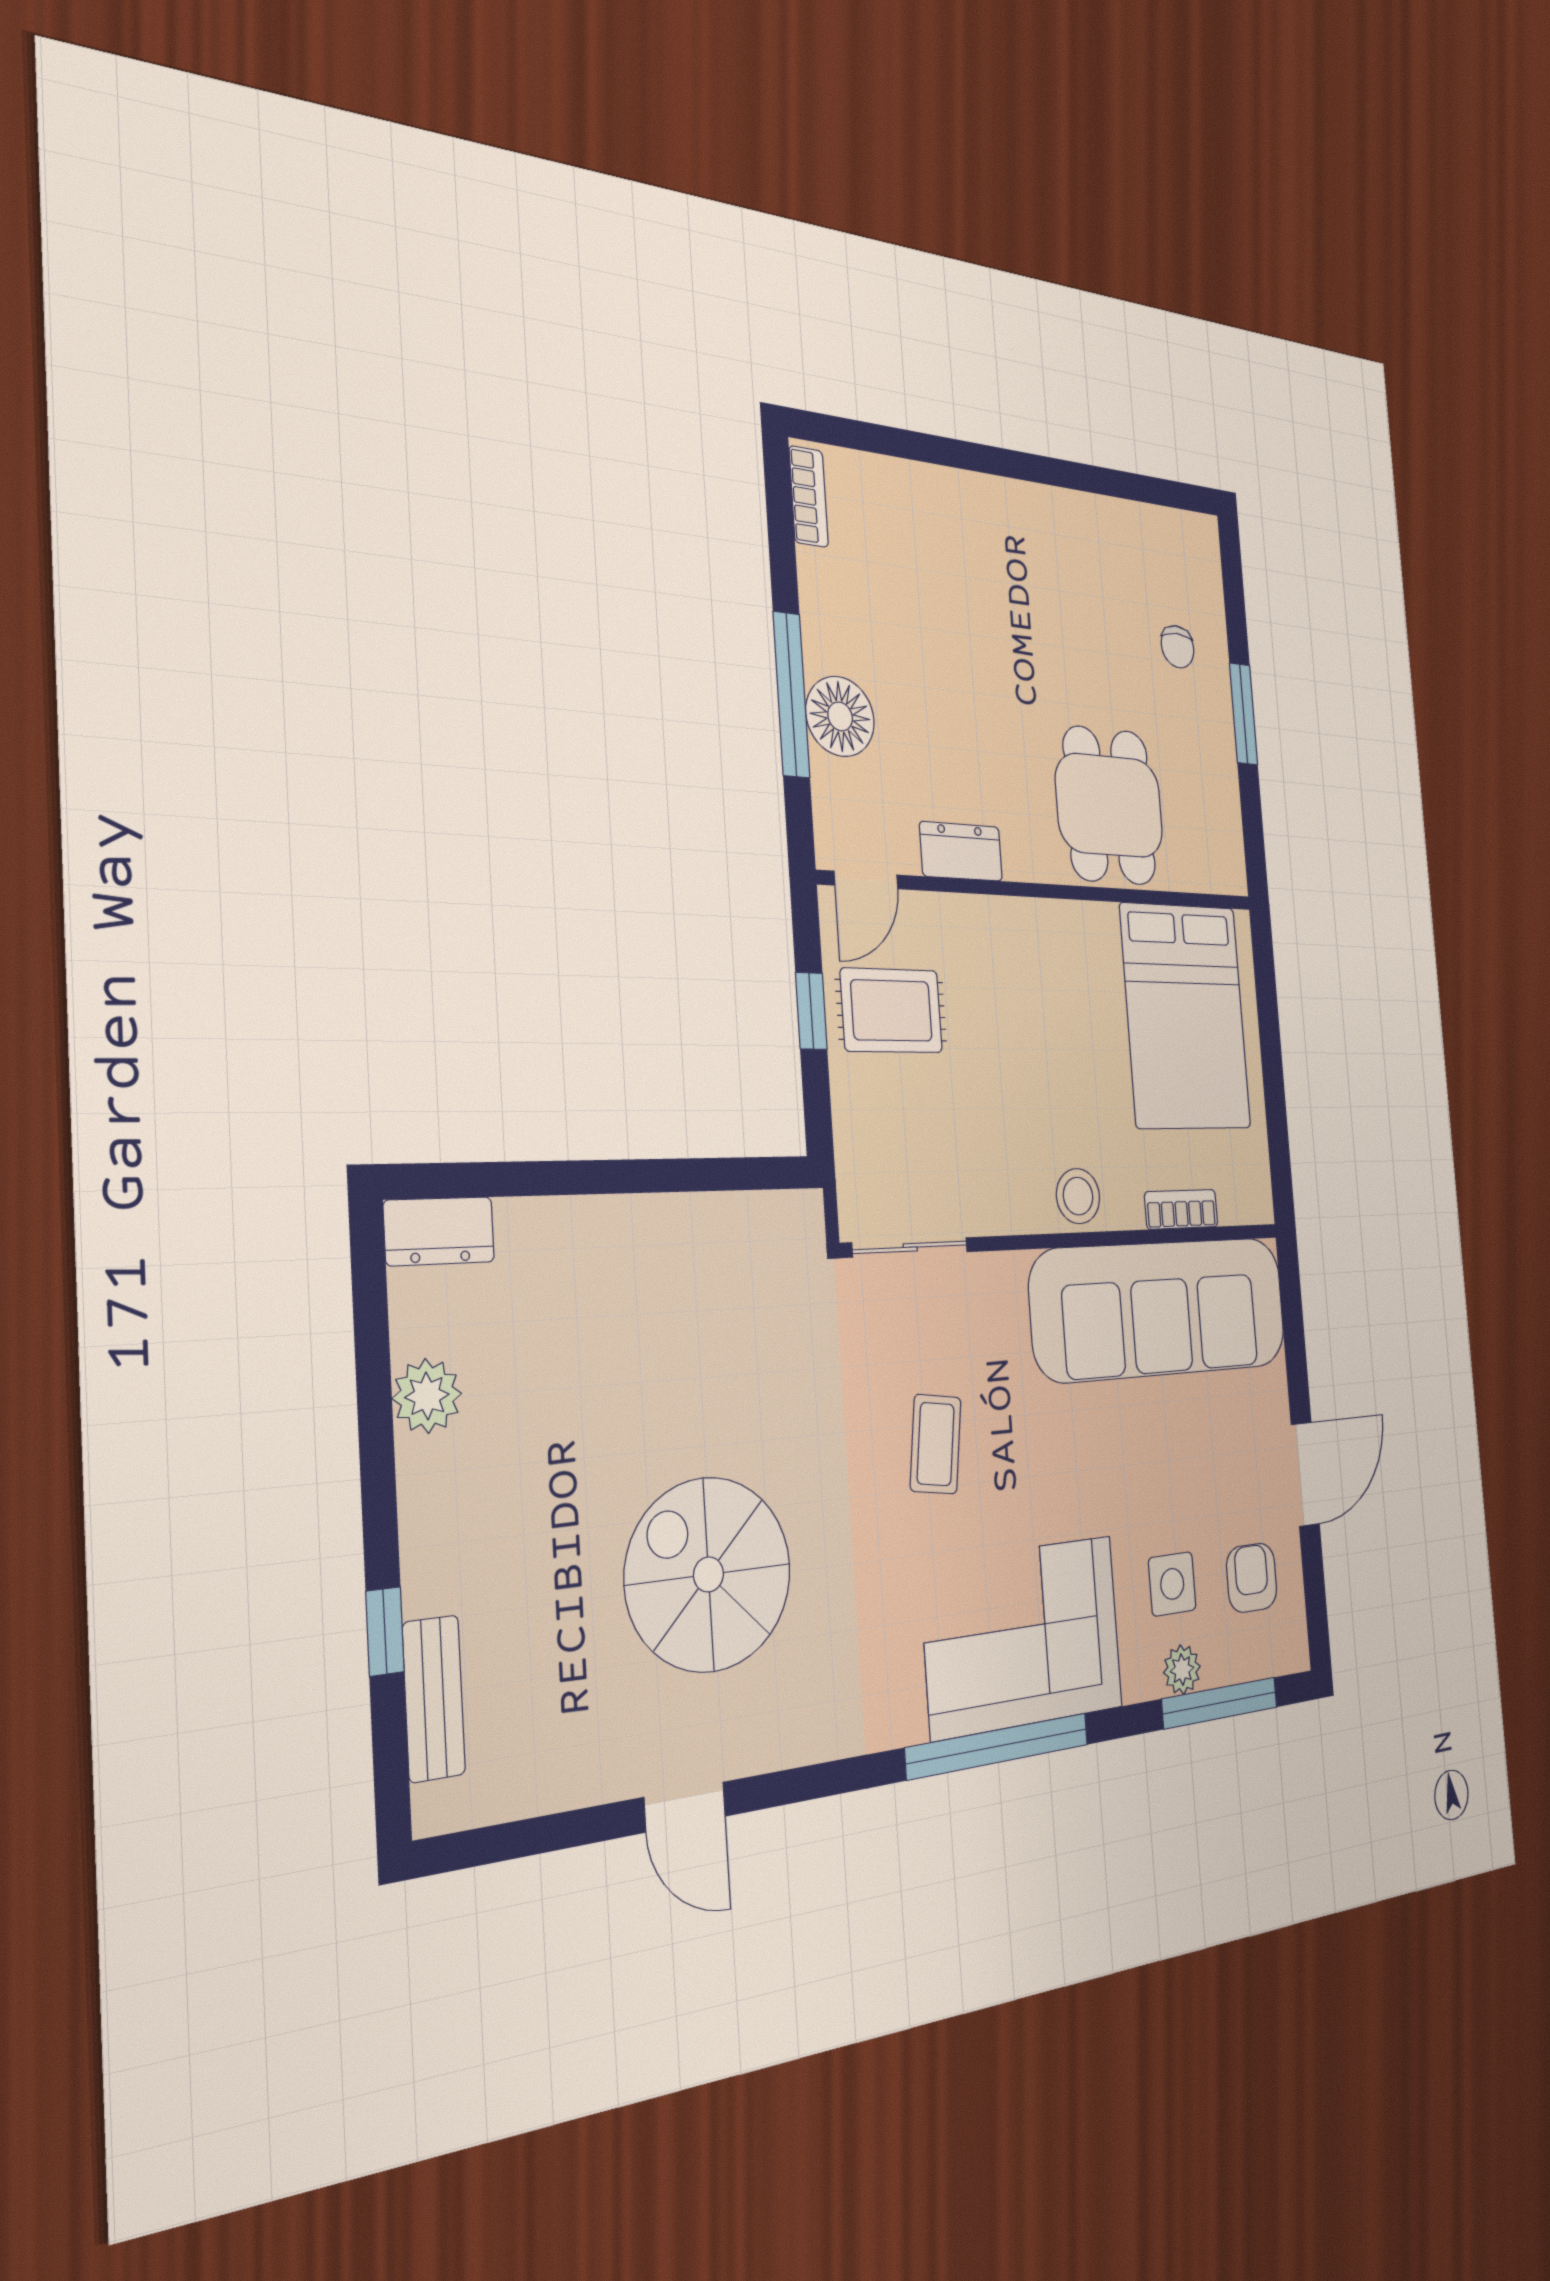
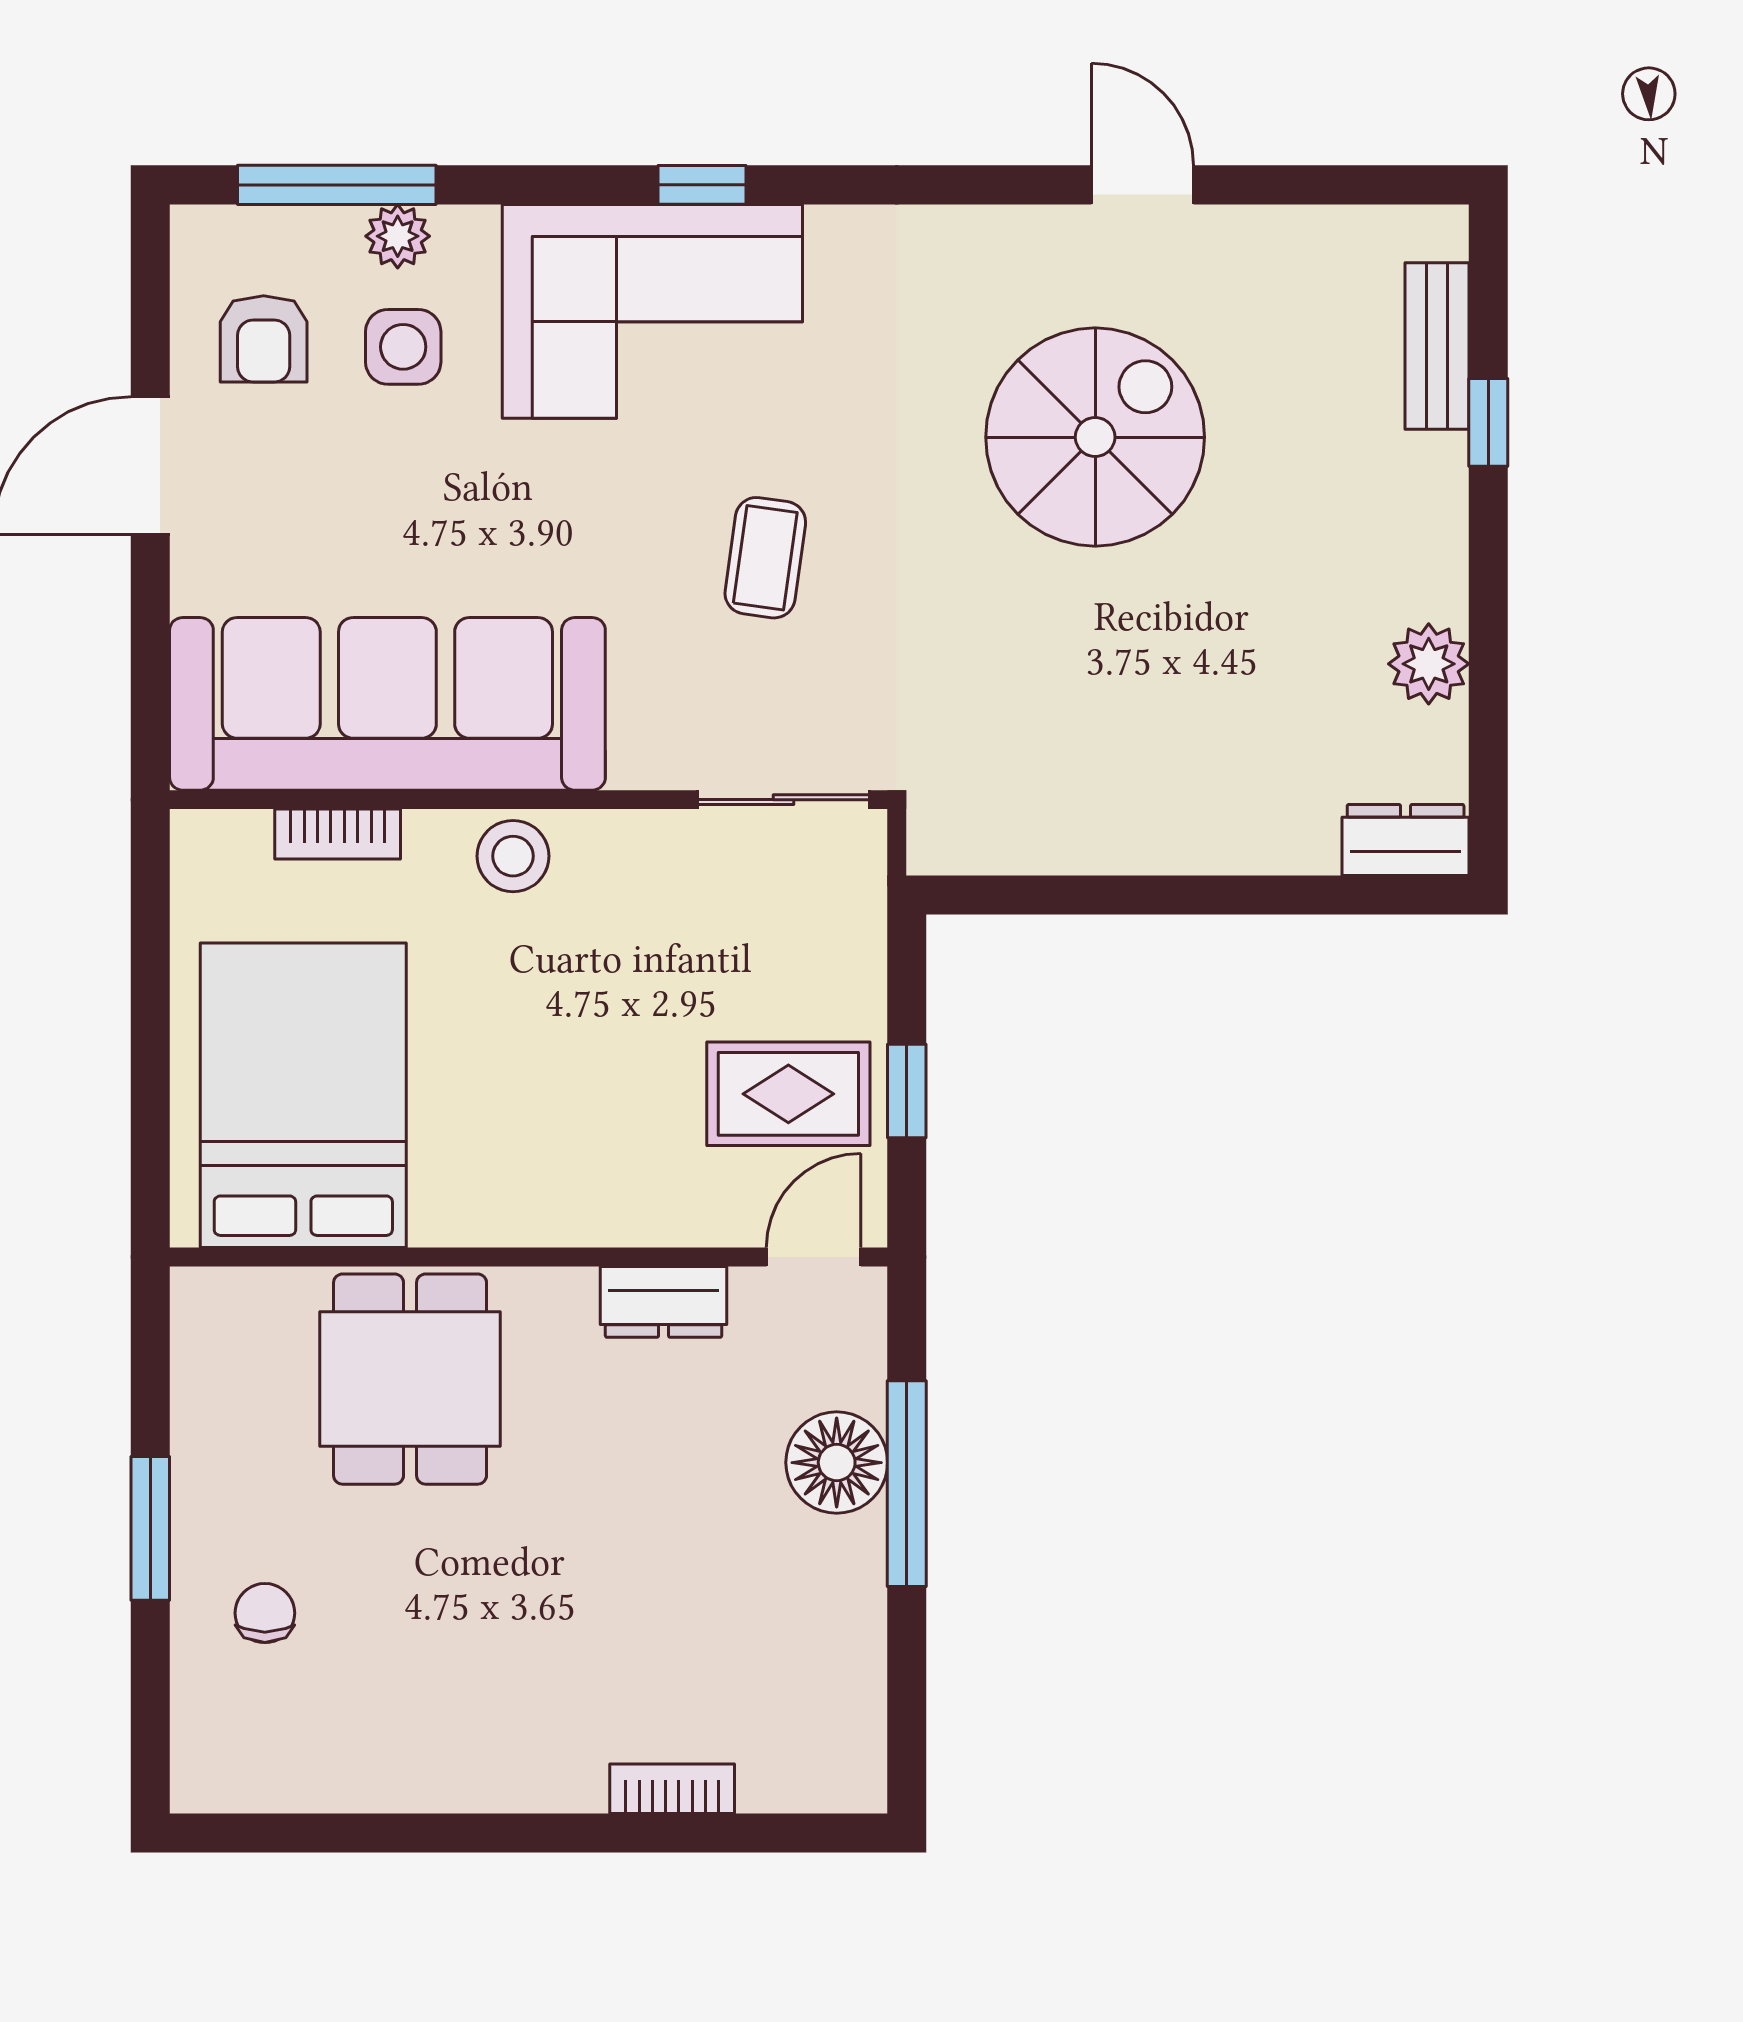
bookcase: (809, 497) -> (672, 1789), moved, turned 90
spiral stairs: (708, 1574) -> (1095, 437), turned -90
window: (998, 1746) -> (702, 185), width x0.32

